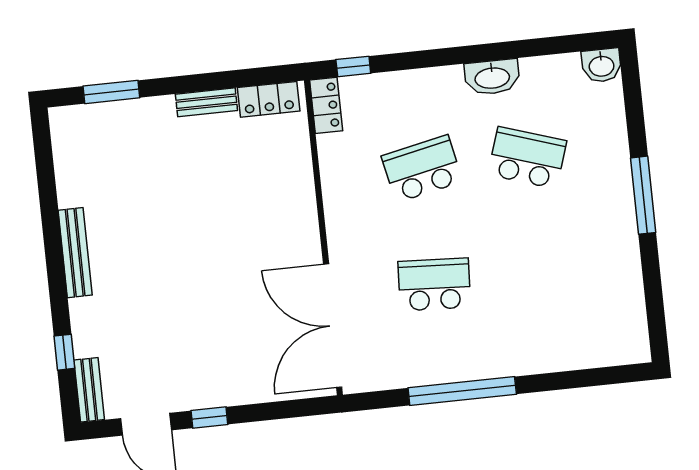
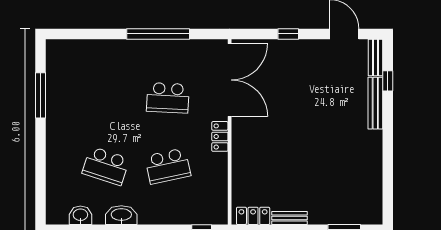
washbasin: (601, 65) -> (80, 215), moved
locker: (326, 105) -> (220, 136), moved
window: (643, 195) -> (41, 95), moved
bench: (75, 253) -> (375, 103), moved
window: (209, 418) -> (288, 34), moved

